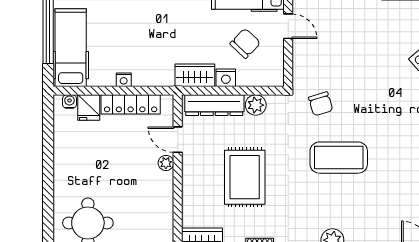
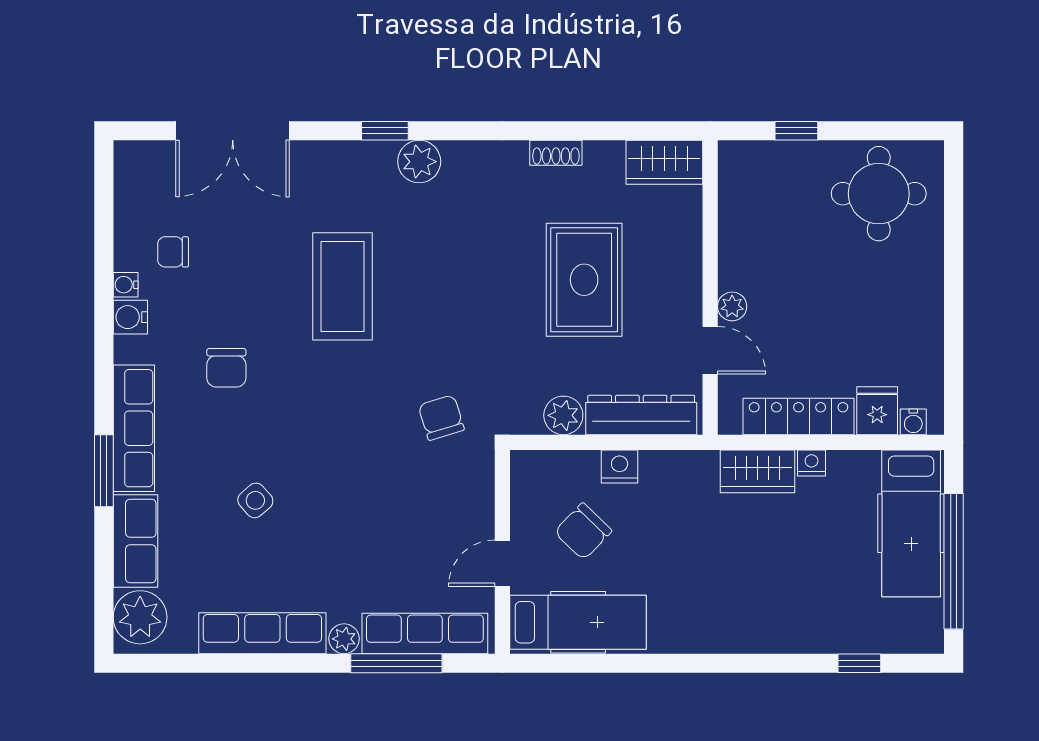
door: (288, 26) -> (502, 563), hinge flipped
wardrobe: (195, 75) -> (758, 471), moved
coffee table: (339, 158) -> (342, 286), moved, turned 90

